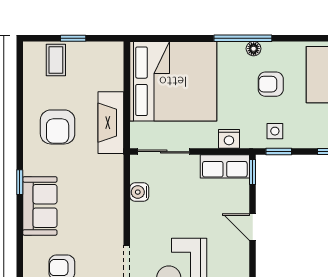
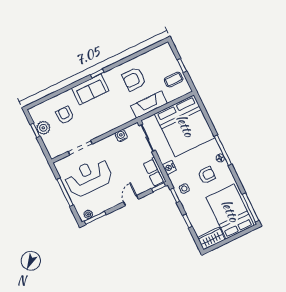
coffee table: (56, 60) -> (174, 80), moved
armchair: (271, 84) -> (207, 175), turned 90

